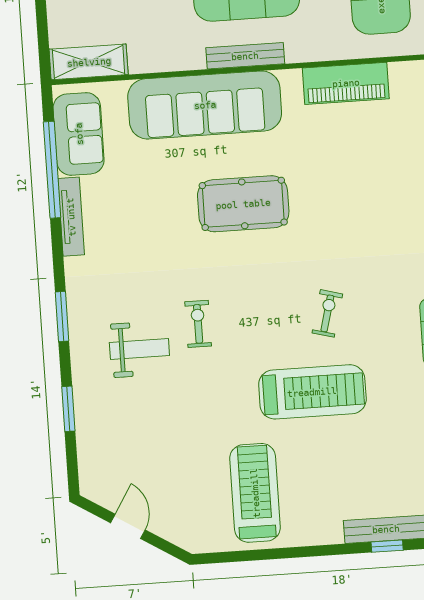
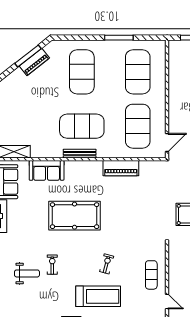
sofa: (205, 105) -> (47, 170), width x0.54, depth x0.79
pool table: (243, 204) -> (75, 216), width x1.36, depth x1.32

